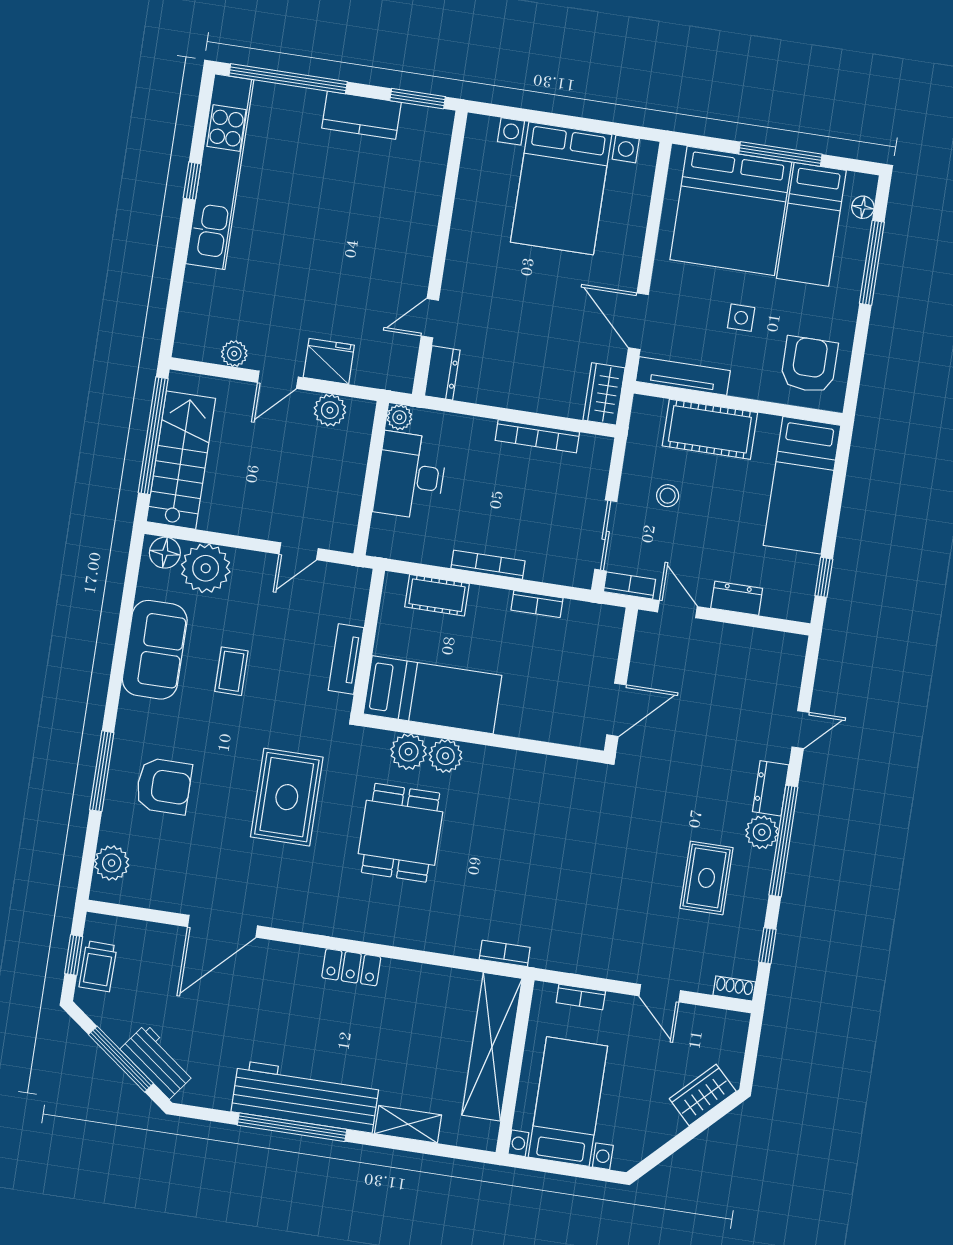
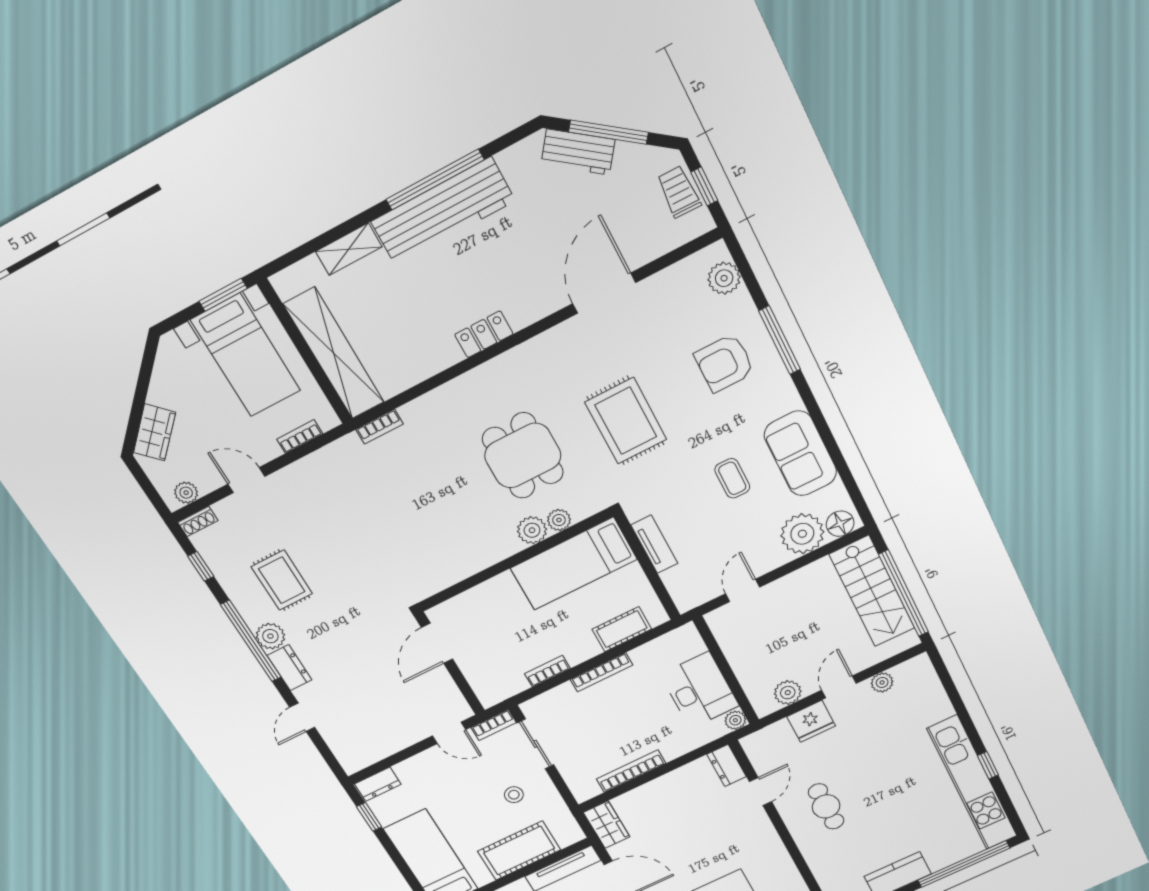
cafe table: (378, 252) -> (826, 806), added
dresser: (737, 598) -> (378, 784), moved
plant: (409, 752) -> (559, 520), width x0.73, depth x0.73
plant: (722, 1022) -> (186, 493), added
window: (544, 1166) -> (223, 295), added

